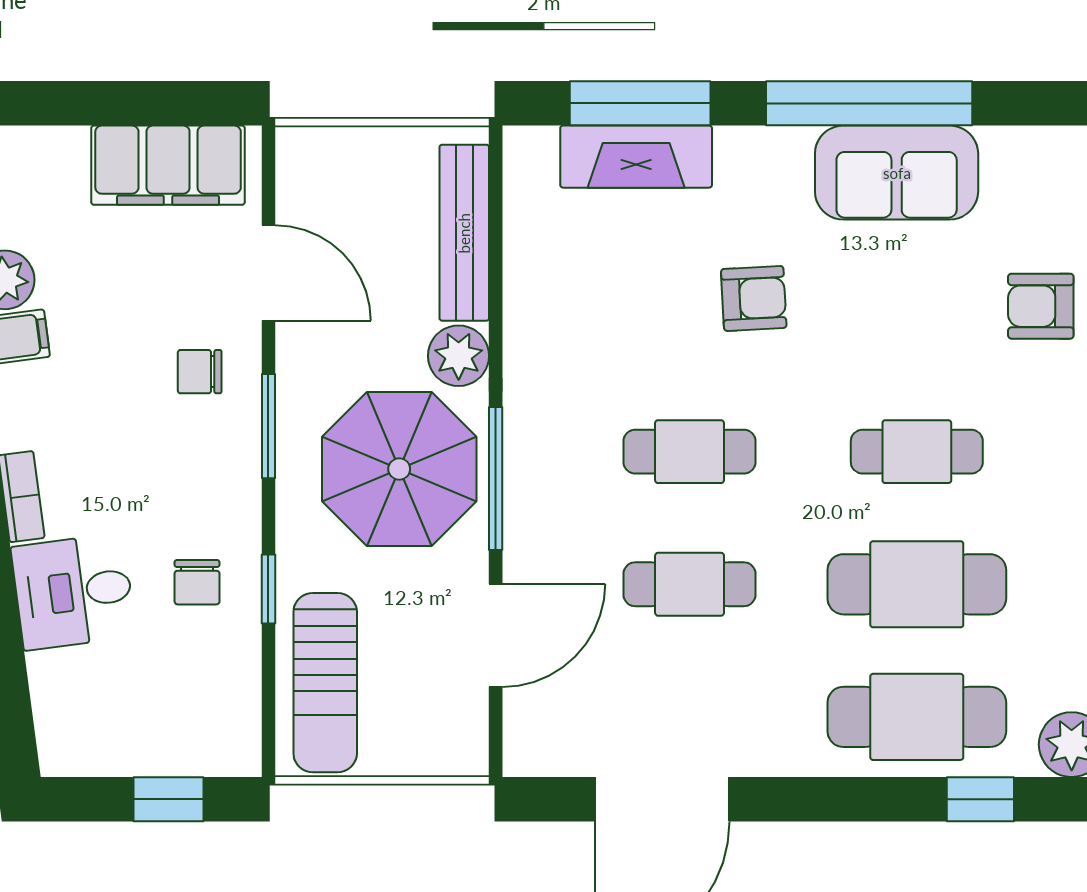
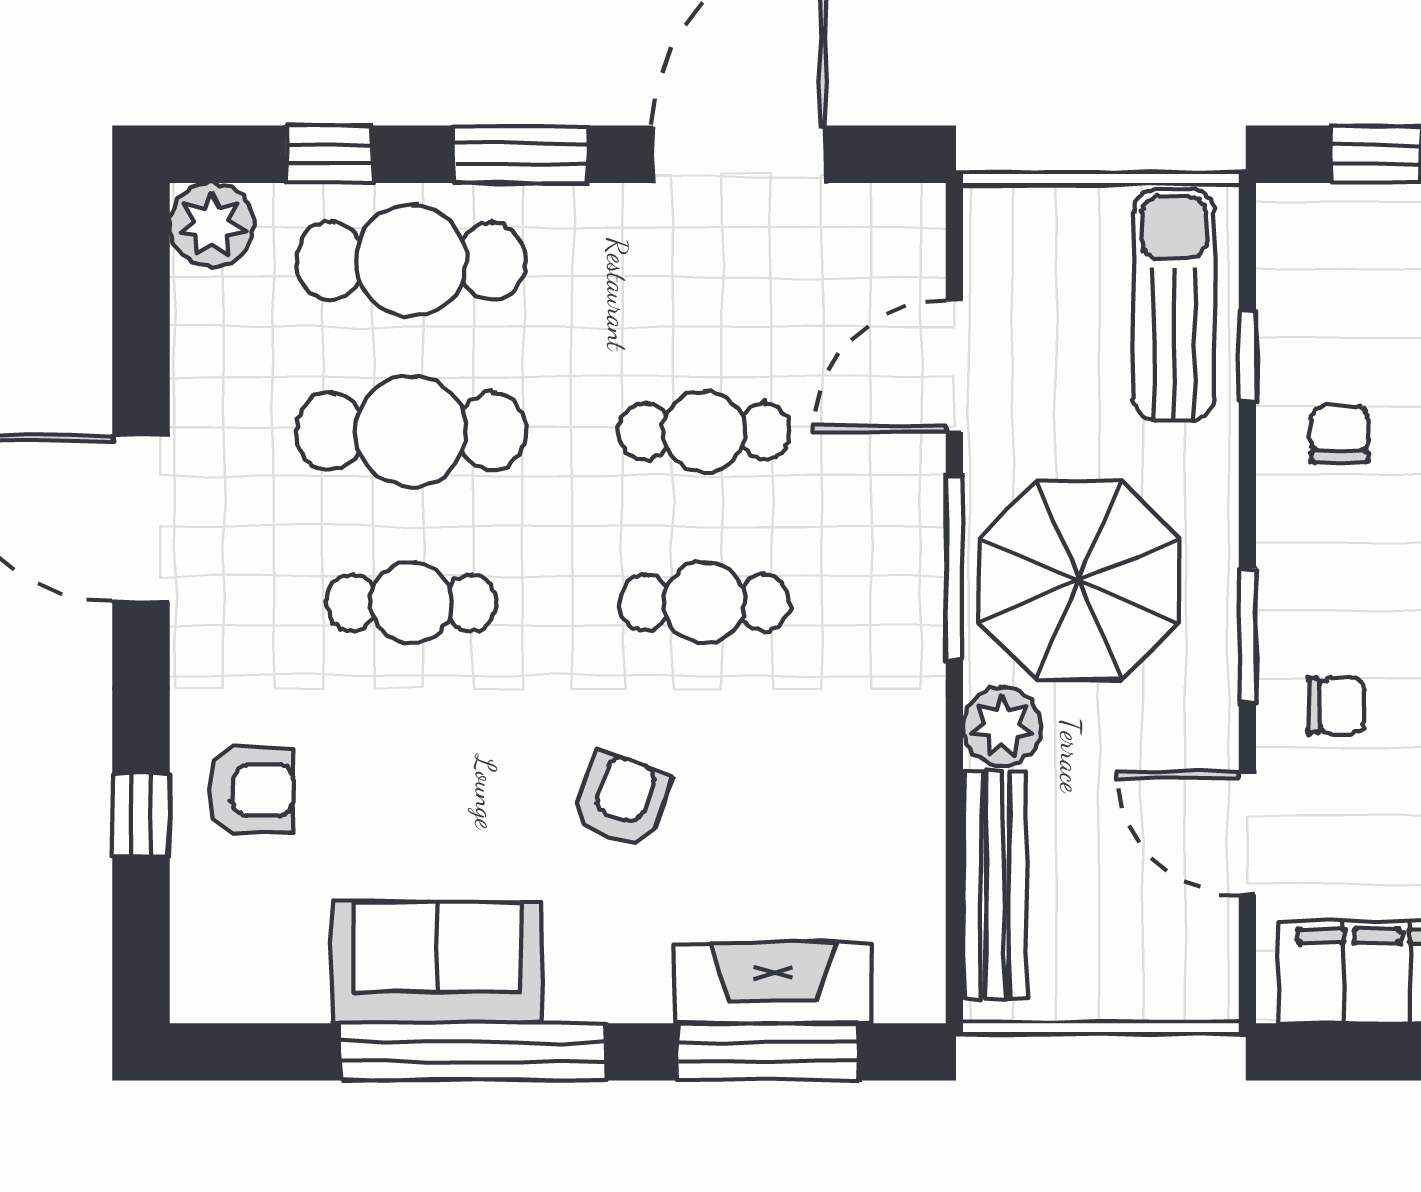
armchair: (754, 298) -> (621, 800), turned 113
window: (268, 589) -> (1247, 356), moved
window: (832, 799) -> (521, 154), added

